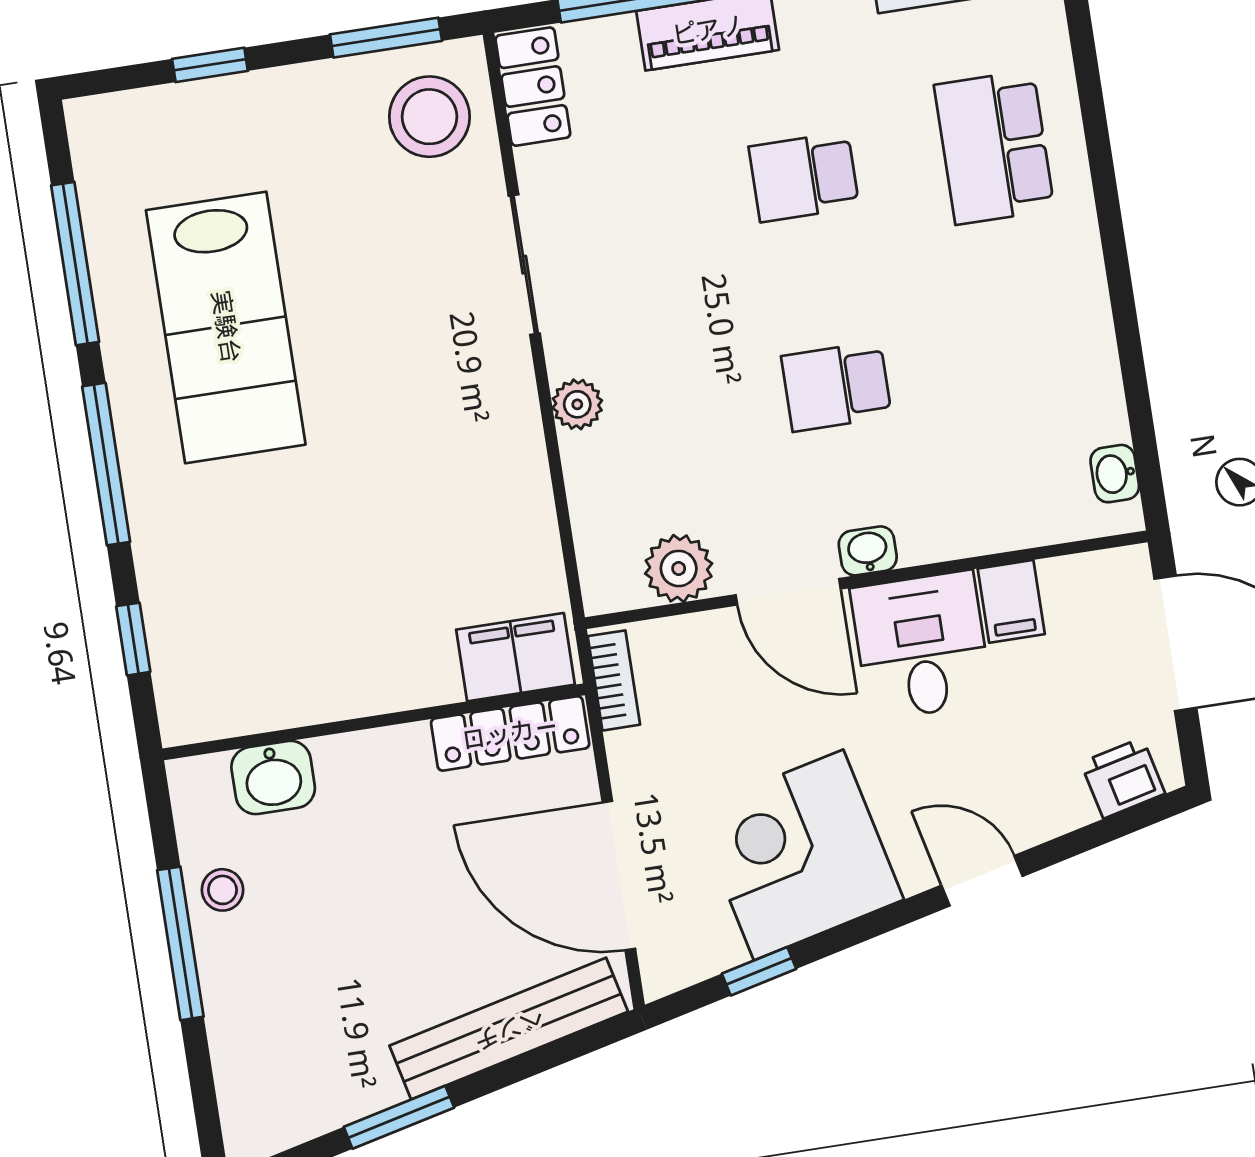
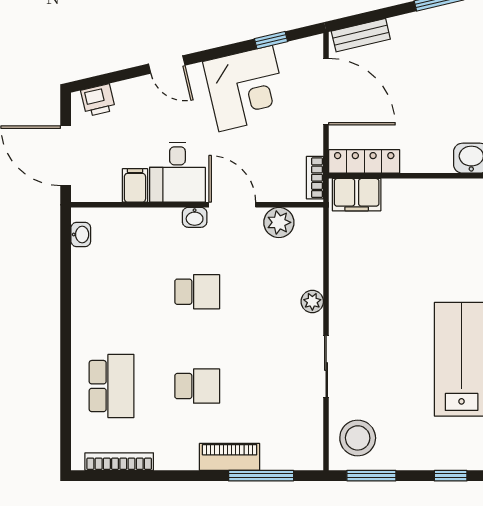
locker: (533, 87) -> (310, 444), removed
bench: (509, 1029) -> (361, 35), width x0.54, depth x0.82

